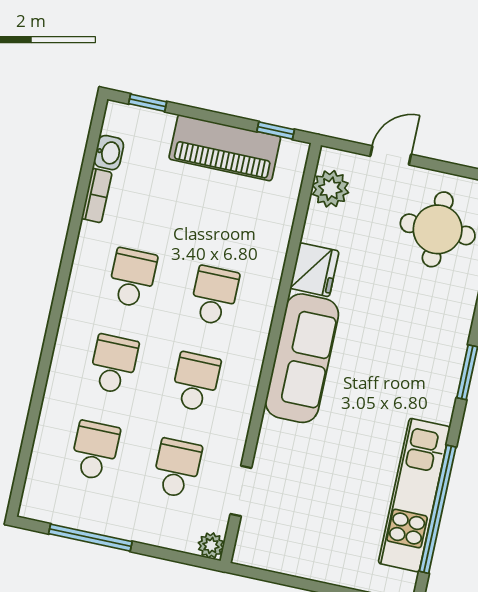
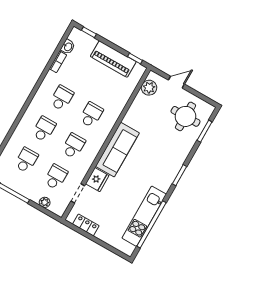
fridge: (314, 270) -> (97, 180), moved
plant: (211, 545) -> (45, 202), moved
locker: (283, 559) -> (86, 225), added

